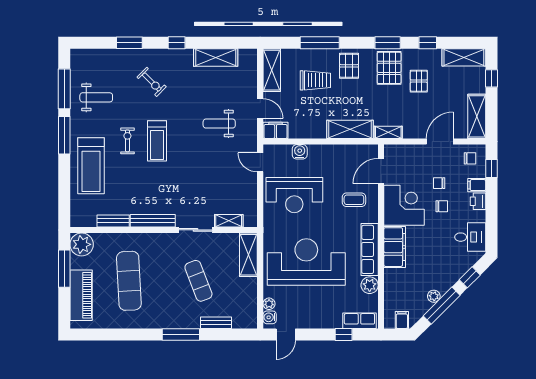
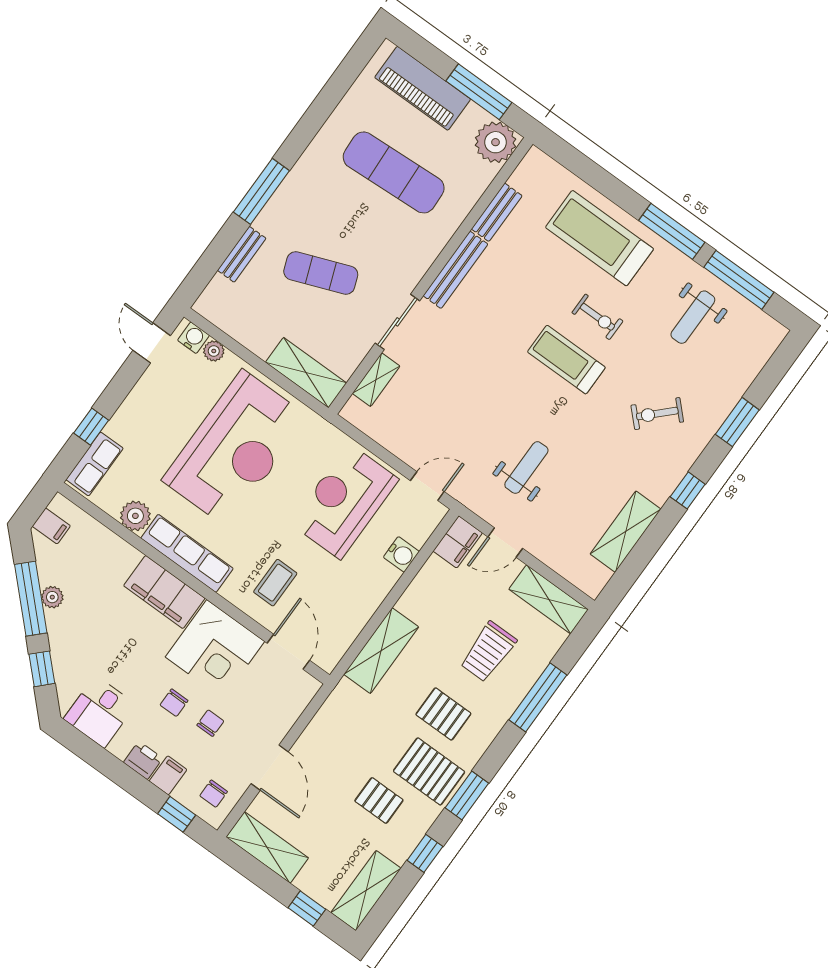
pallet: (349, 66) -> (443, 714), moved
shelving: (388, 132) -> (337, 703), removed

